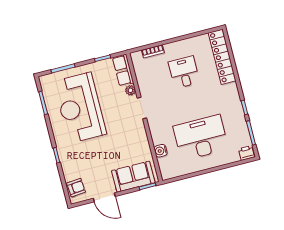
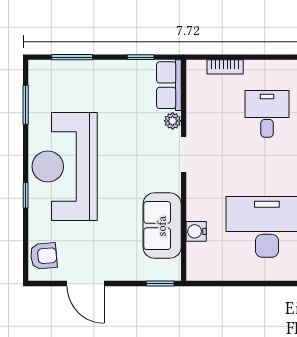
reception desk: (80, 108) -> (65, 167), moved
sofa: (133, 177) -> (162, 226), moved, turned -90

